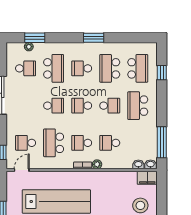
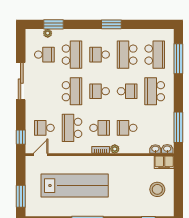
window: (162, 73) -> (178, 59), width x2.17
school desk: (54, 106) -> (72, 91), width x1.85
school desk: (82, 143) -> (100, 128), turned 180

